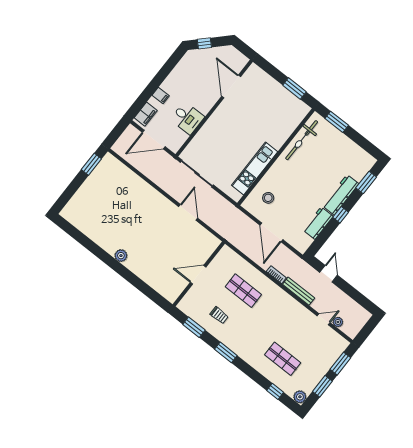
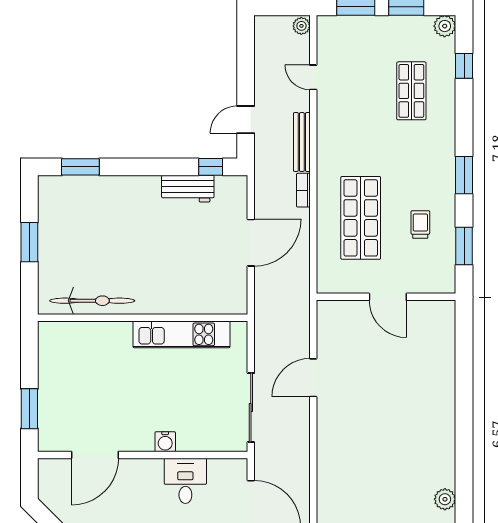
window: (294, 89) -> (29, 409), moved
window: (337, 122) -> (29, 242), moved
water cooler: (212, 123) -> (165, 442), added
workbench: (341, 195) -> (125, 188), removed
stool: (268, 198) -> (207, 284), removed
window: (341, 215) -> (211, 167), moved
plant: (121, 256) -> (445, 499), moved
shop shelf: (243, 291) -> (361, 218), width x1.43, depth x1.36
plant: (338, 322) -> (301, 26), moved

